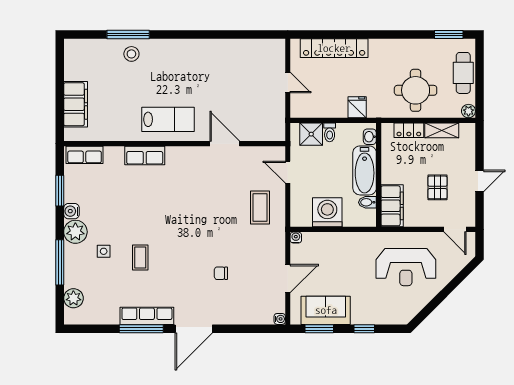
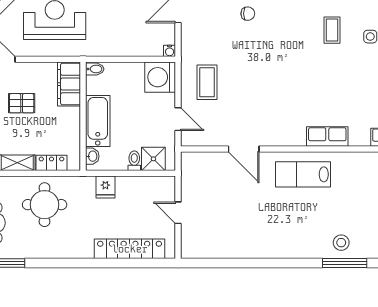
pallet: (437, 187) -> (22, 103), turned 90
bidet: (367, 202) -> (95, 69), moved
washing machine: (327, 212) -> (160, 77), moved, turned 90

